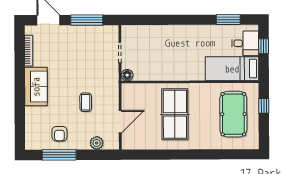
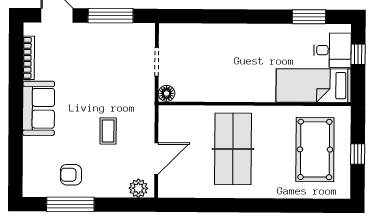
window: (264, 106) -> (358, 154), moved
armchair: (59, 134) -> (71, 175), turned 90
plant: (97, 143) -> (138, 188), moved

